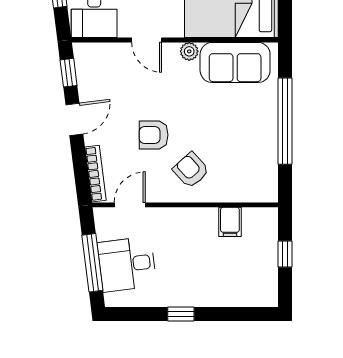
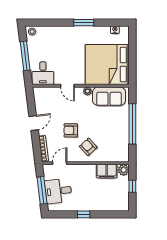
window: (69, 73) -> (31, 101), removed
plant: (266, 219) -> (124, 170), added
filing cabinet: (230, 222) -> (107, 171), width x2.00

